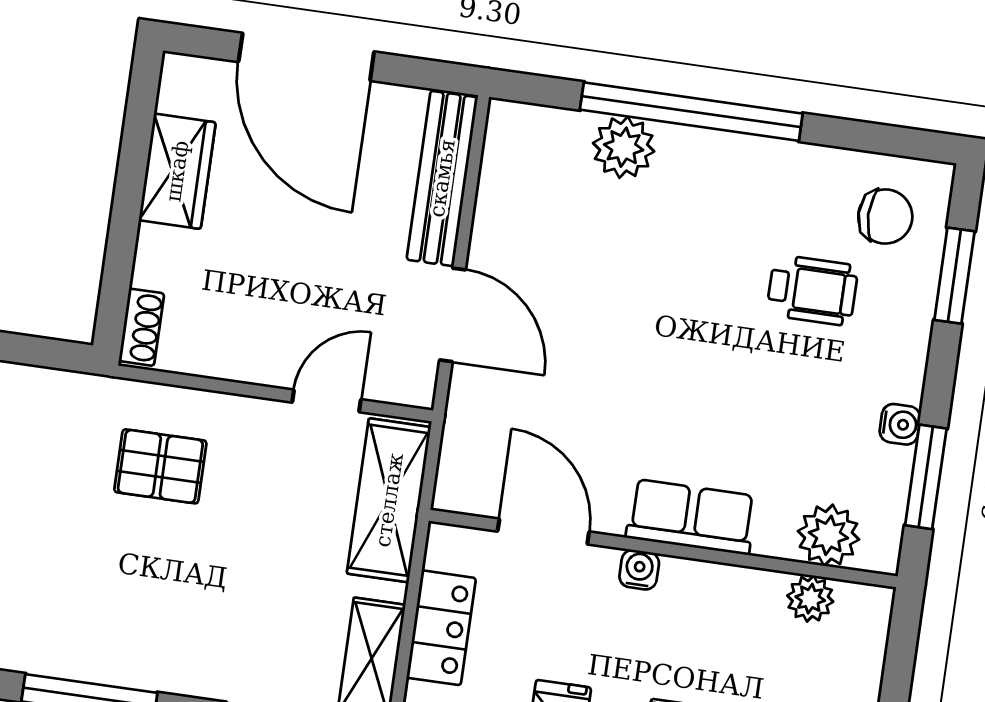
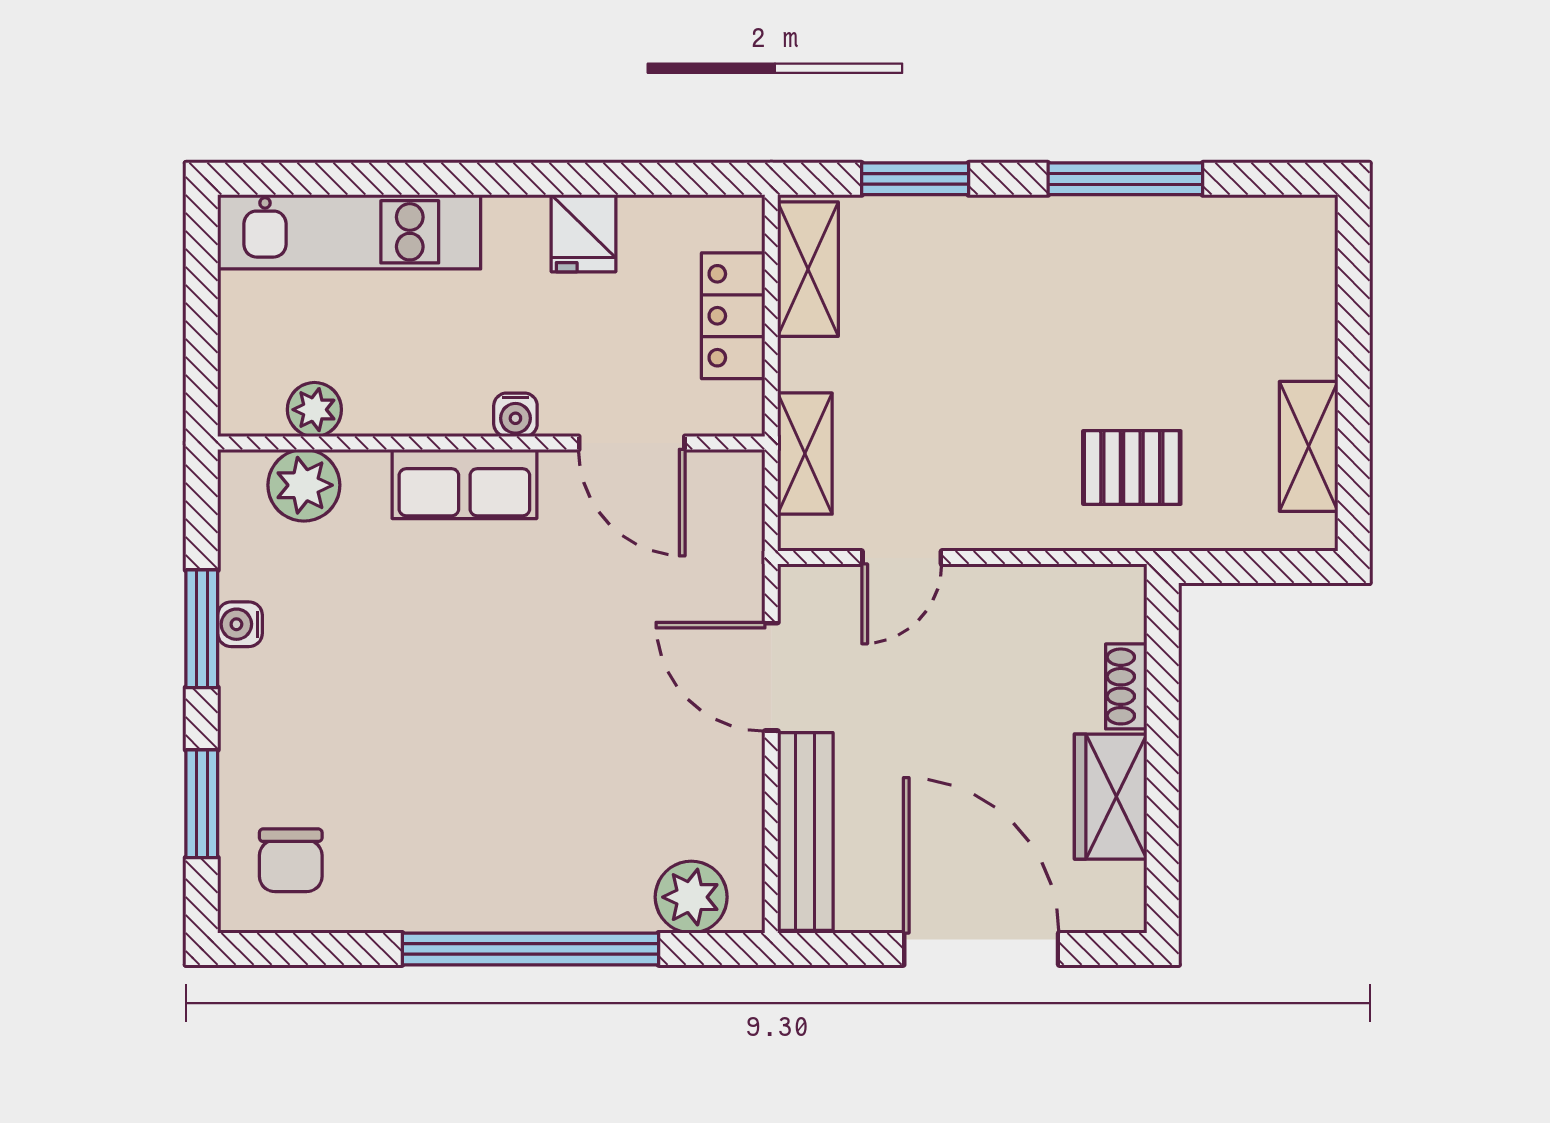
plant: (624, 147) -> (691, 897), moved
chair: (885, 217) -> (291, 860), turned -90
wheelchair: (812, 290) -> (362, 764), removed
shoe rack: (141, 327) -> (1126, 686), moved
pallet: (160, 466) -> (1132, 468), moved
window: (926, 477) -> (202, 629), moved
shelving: (389, 500) -> (805, 454), width x0.67, depth x0.75

